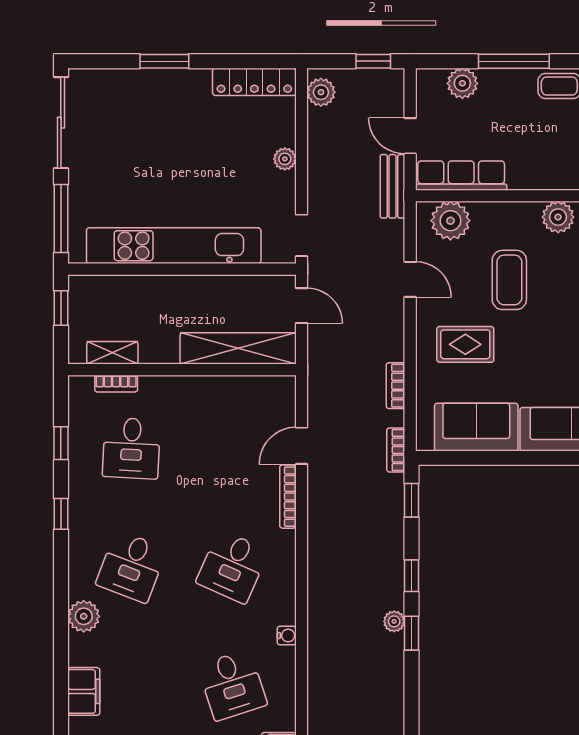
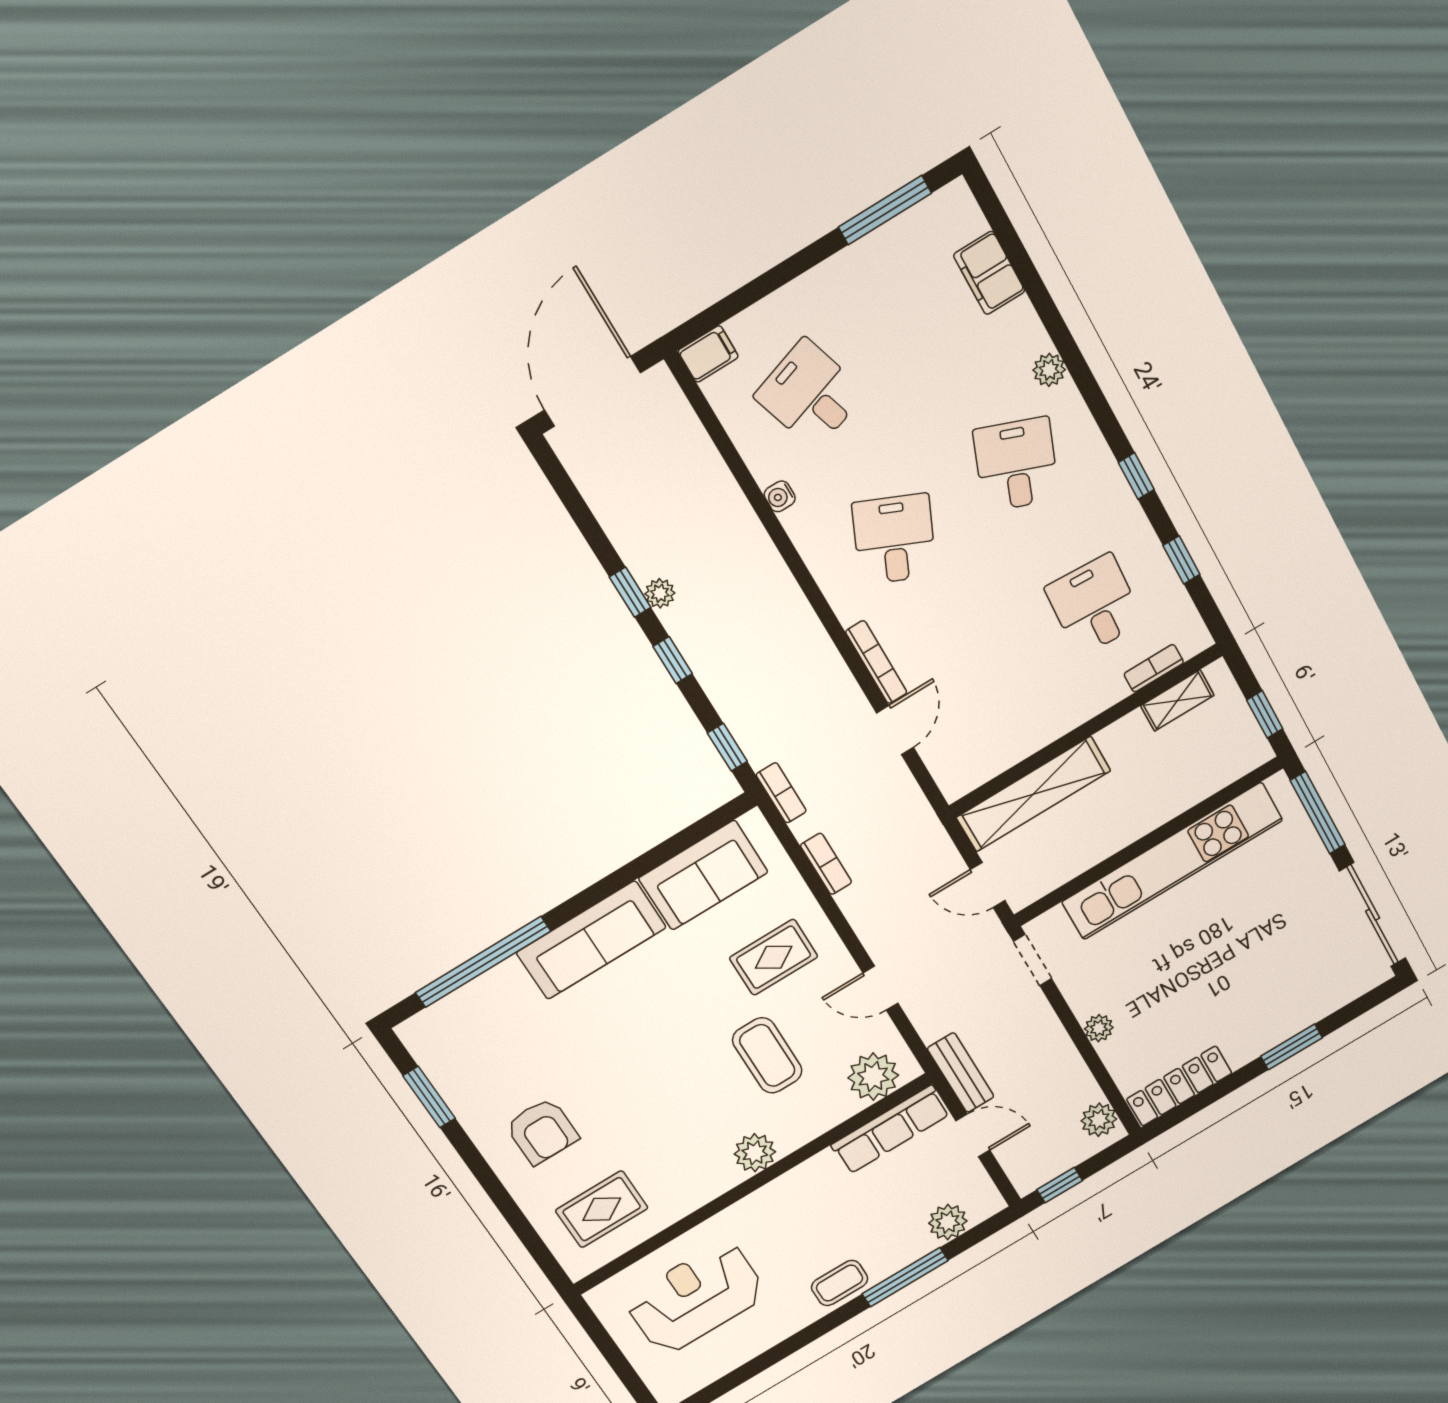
plant: (84, 616) -> (1049, 370), width x0.73, depth x0.73

